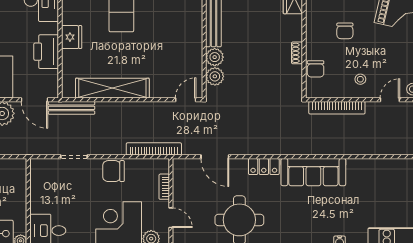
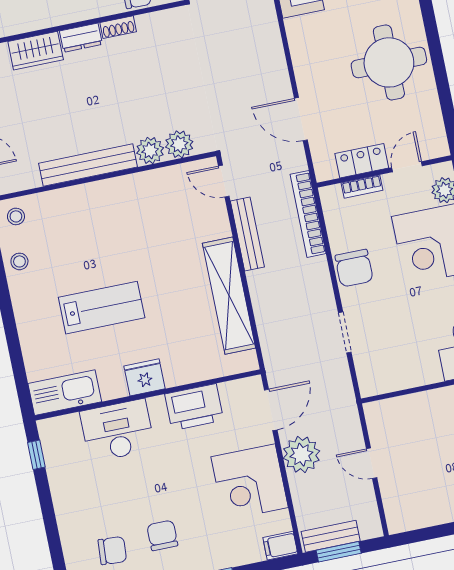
dresser: (295, 28) -> (81, 38), added
fridge: (72, 37) -> (144, 377), moved
bench: (72, 108) -> (247, 234), moved
door: (215, 157) -> (301, 119), swing flipped
locker: (264, 167) -> (362, 161), moved, turned -90

